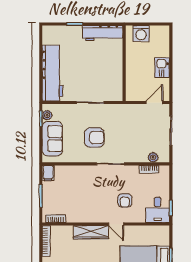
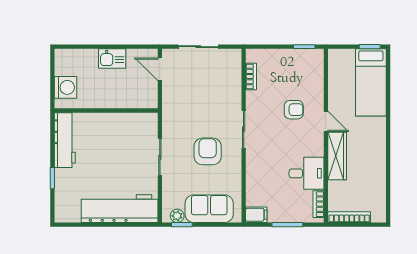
plant: (153, 157) -> (235, 71), removed
desk: (158, 210) -> (307, 173), moved
door: (116, 224) -> (326, 121), hinge flipped

